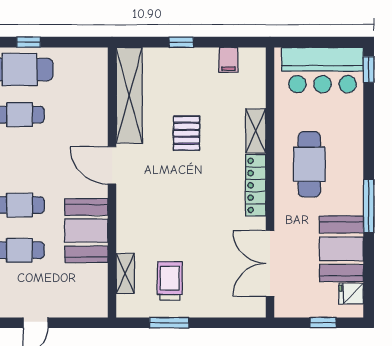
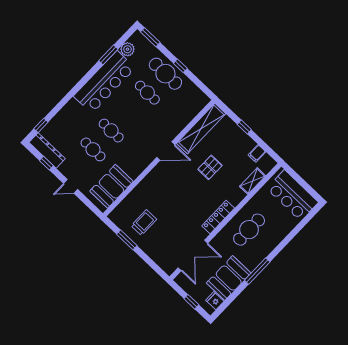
window: (369, 70) -> (312, 214), removed
shelving: (256, 131) -> (253, 181), moved
door: (112, 165) -> (166, 151), swing flipped
booth: (86, 231) -> (111, 186), moved
double door: (270, 263) -> (193, 255), swing flipped
shelving: (125, 273) -> (128, 202), removed

